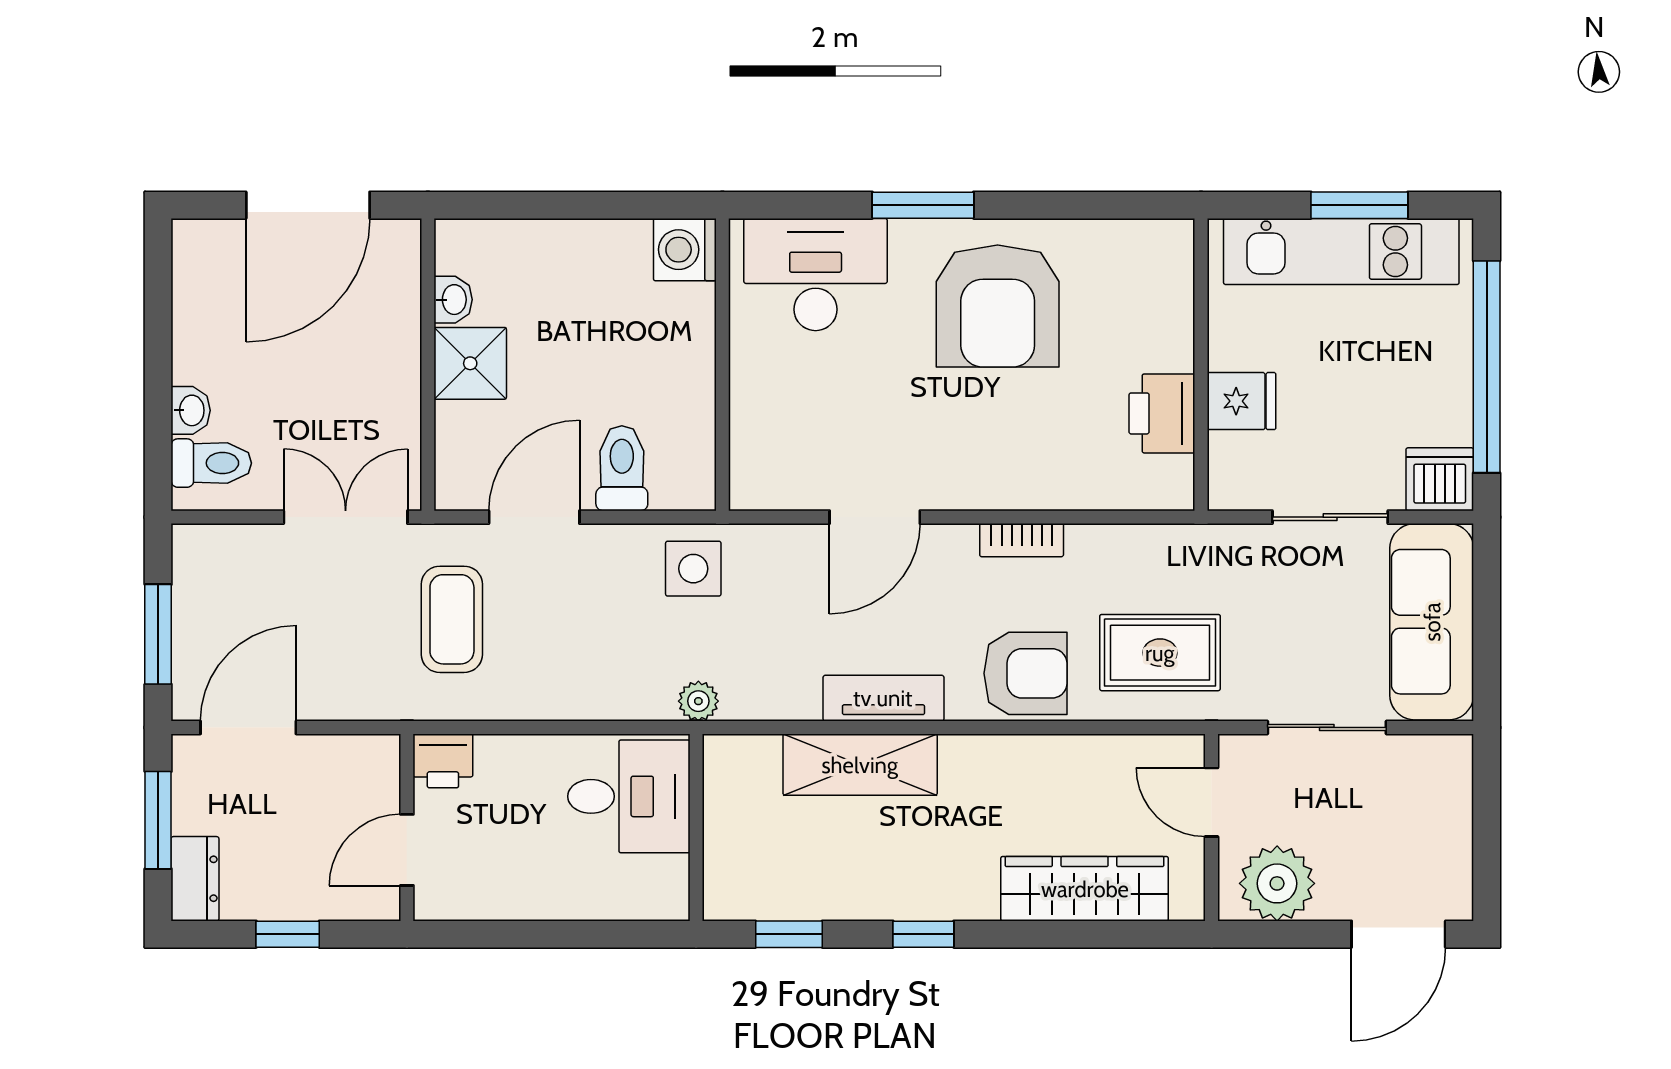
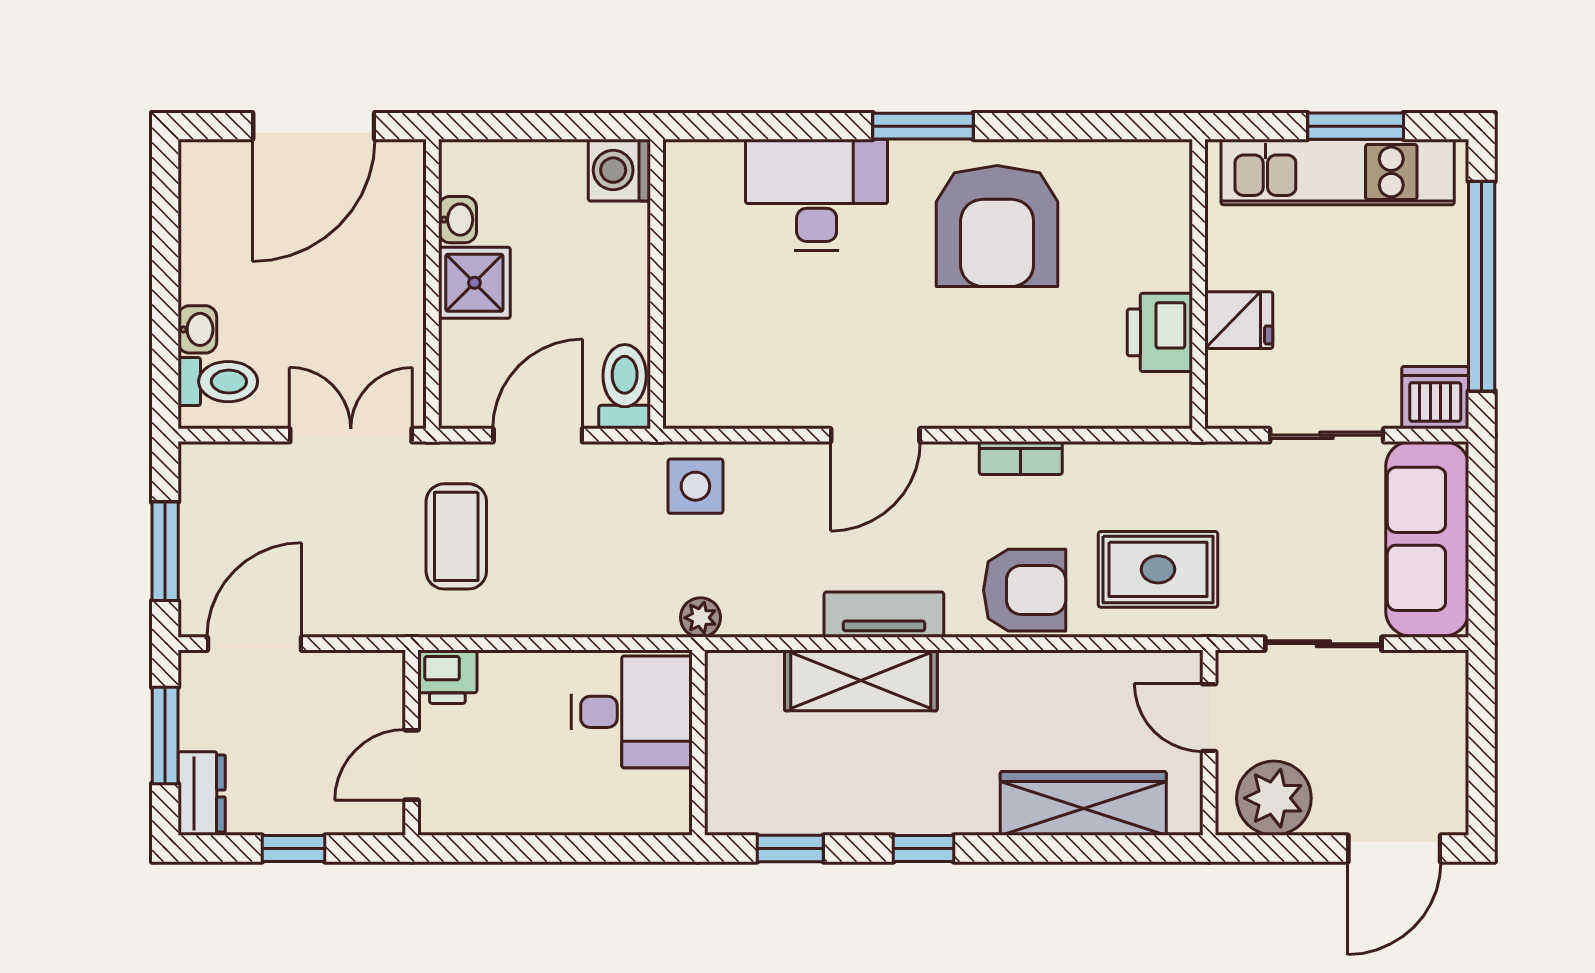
washing machine: (685, 250) -> (619, 170), moved
wall: (722, 365) -> (657, 284), moved

